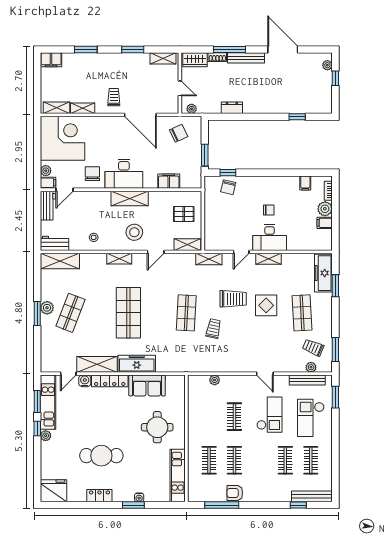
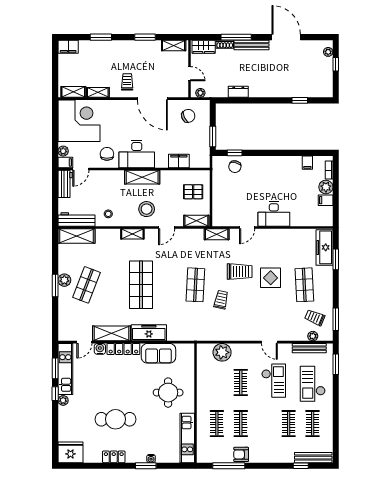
chair: (269, 210) -> (273, 188), removed
workbench: (55, 243) -> (76, 219), width x1.38
shelving: (269, 259) -> (273, 234), removed
plant: (215, 380) -> (222, 352), width x1.88, depth x1.88

